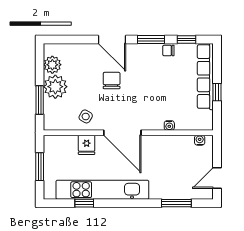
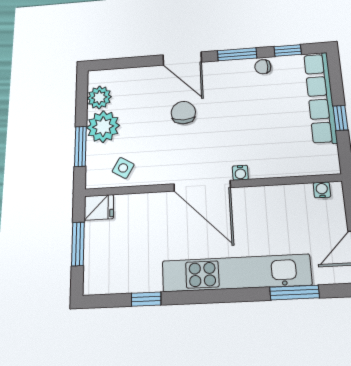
side table: (86, 116) -> (123, 168), moved
water cooler: (169, 126) -> (240, 173), moved
fridge: (87, 145) -> (99, 207), moved, turned -90
kitchen unit: (102, 190) -> (236, 273), moved

